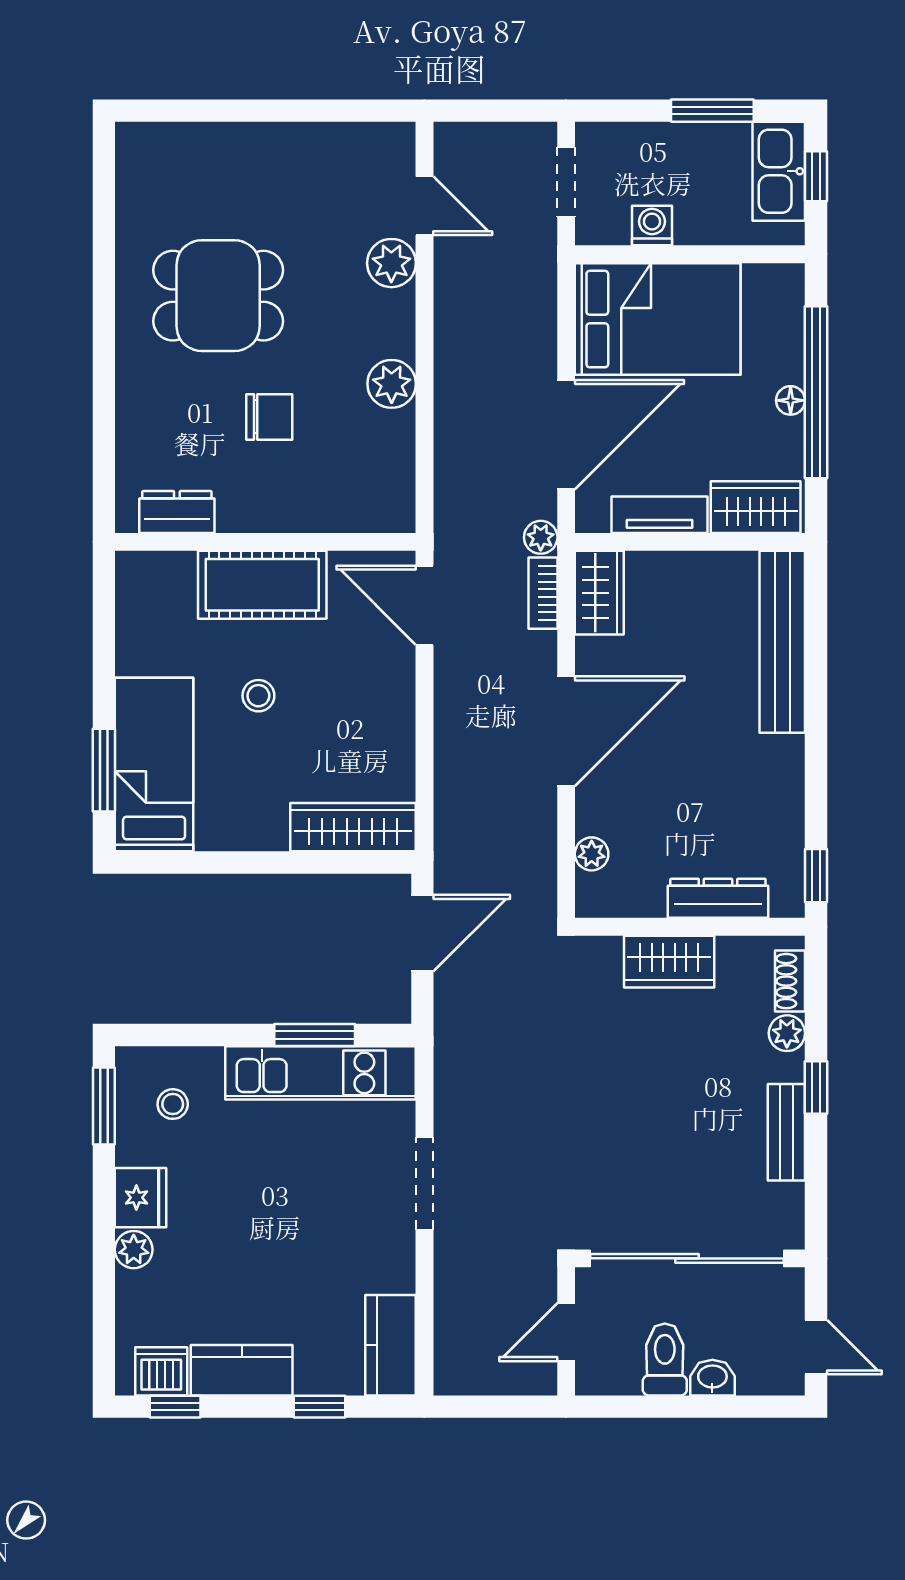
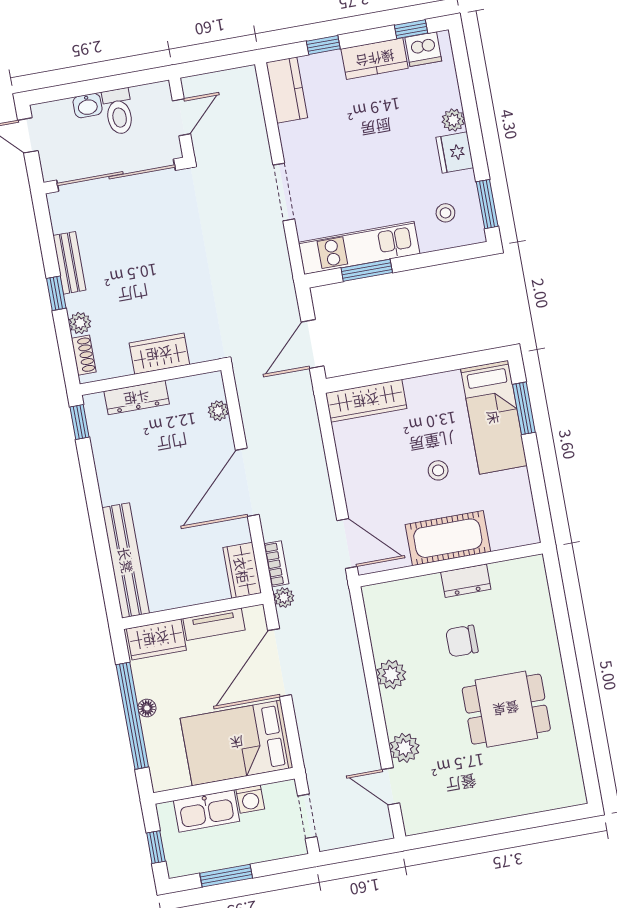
kitchen sink: (779, 171) -> (206, 811), moved, turned 90
dresser: (177, 512) -> (466, 581), moved

